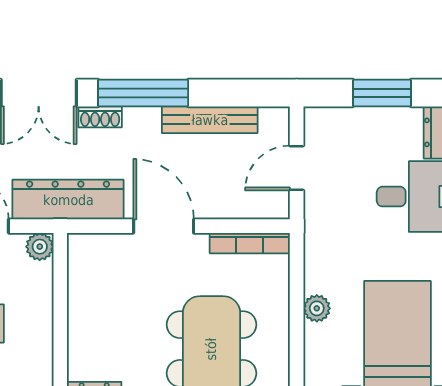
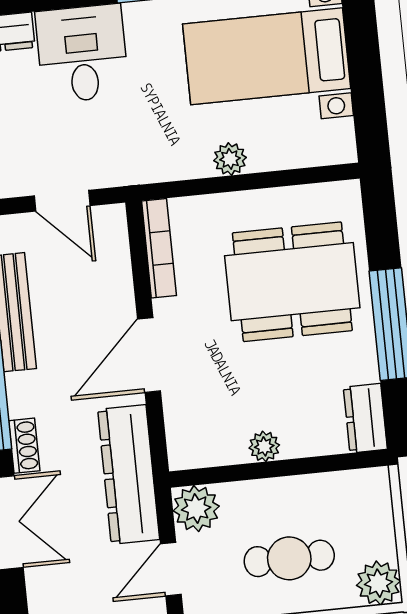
plant: (40, 247) -> (196, 509), width x1.38, depth x1.38
plant: (79, 312) -> (264, 446), added

